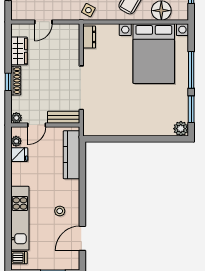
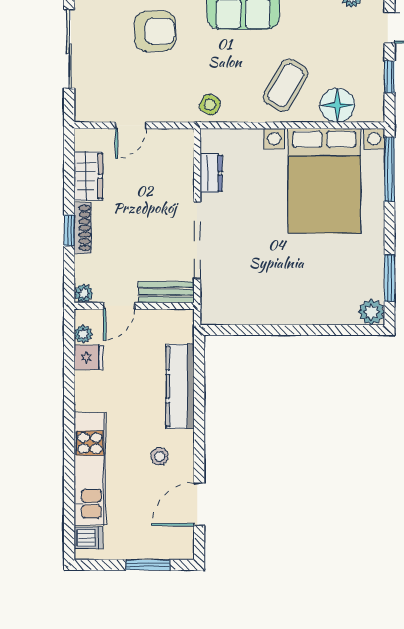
dresser: (89, 37) -> (211, 173), moved
window: (191, 70) -> (390, 169), moved
kitchen counter: (71, 155) -> (180, 386), moved

